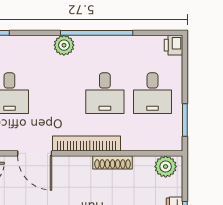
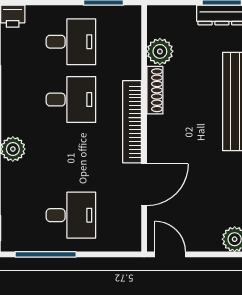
plant: (166, 167) -> (160, 51), moved

